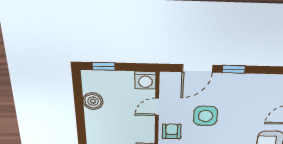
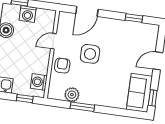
window: (234, 69) -> (134, 18), moved
washing machine: (145, 80) -> (28, 14), moved

